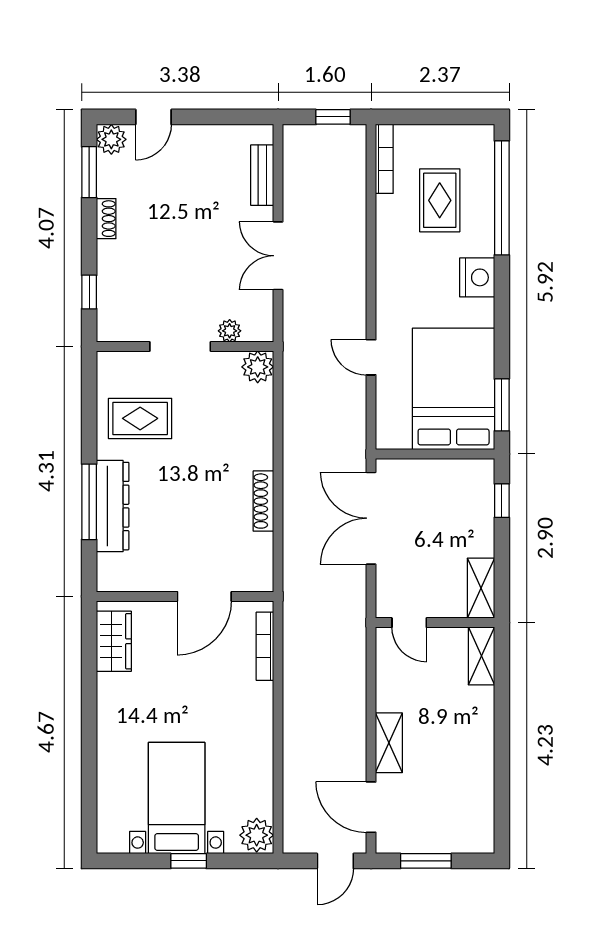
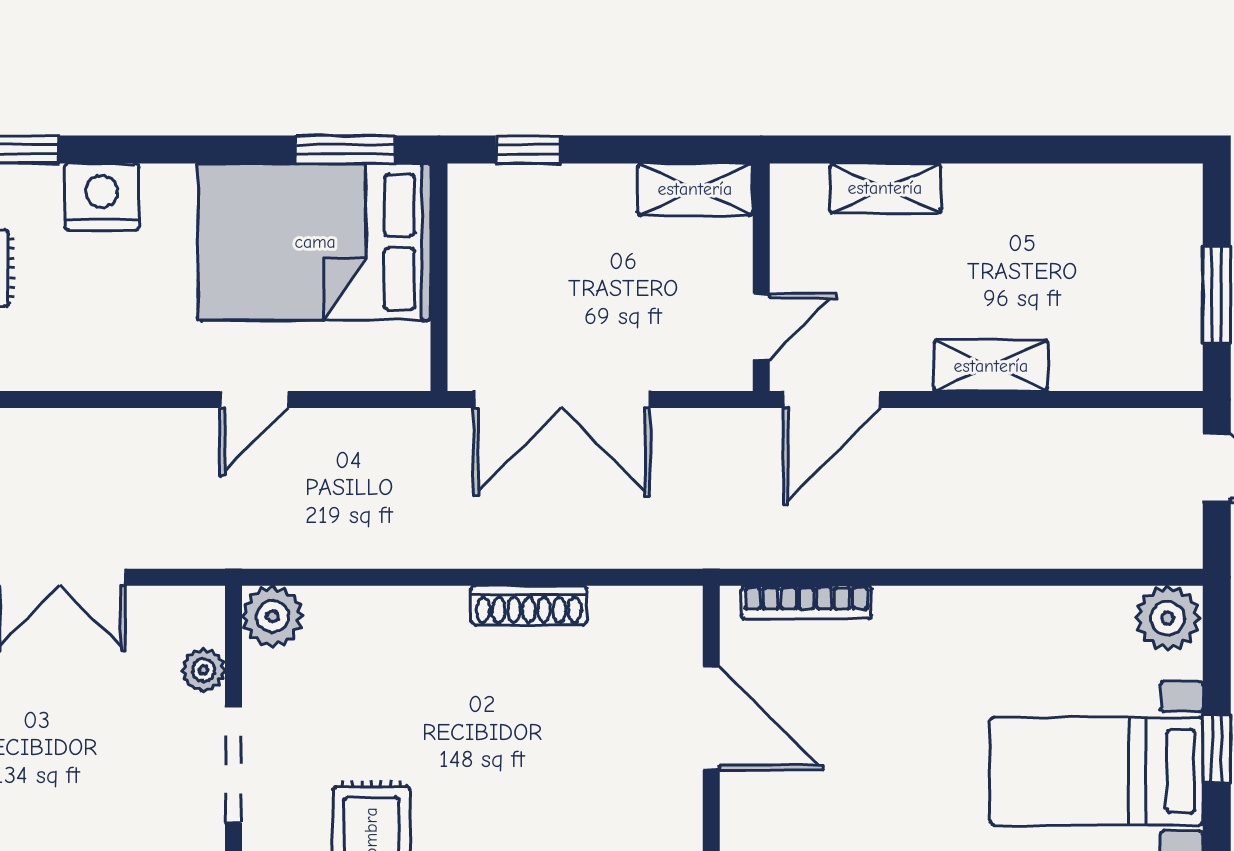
shelving: (482, 656) -> (885, 188), moved
door: (371, 807) -> (832, 400), moved

